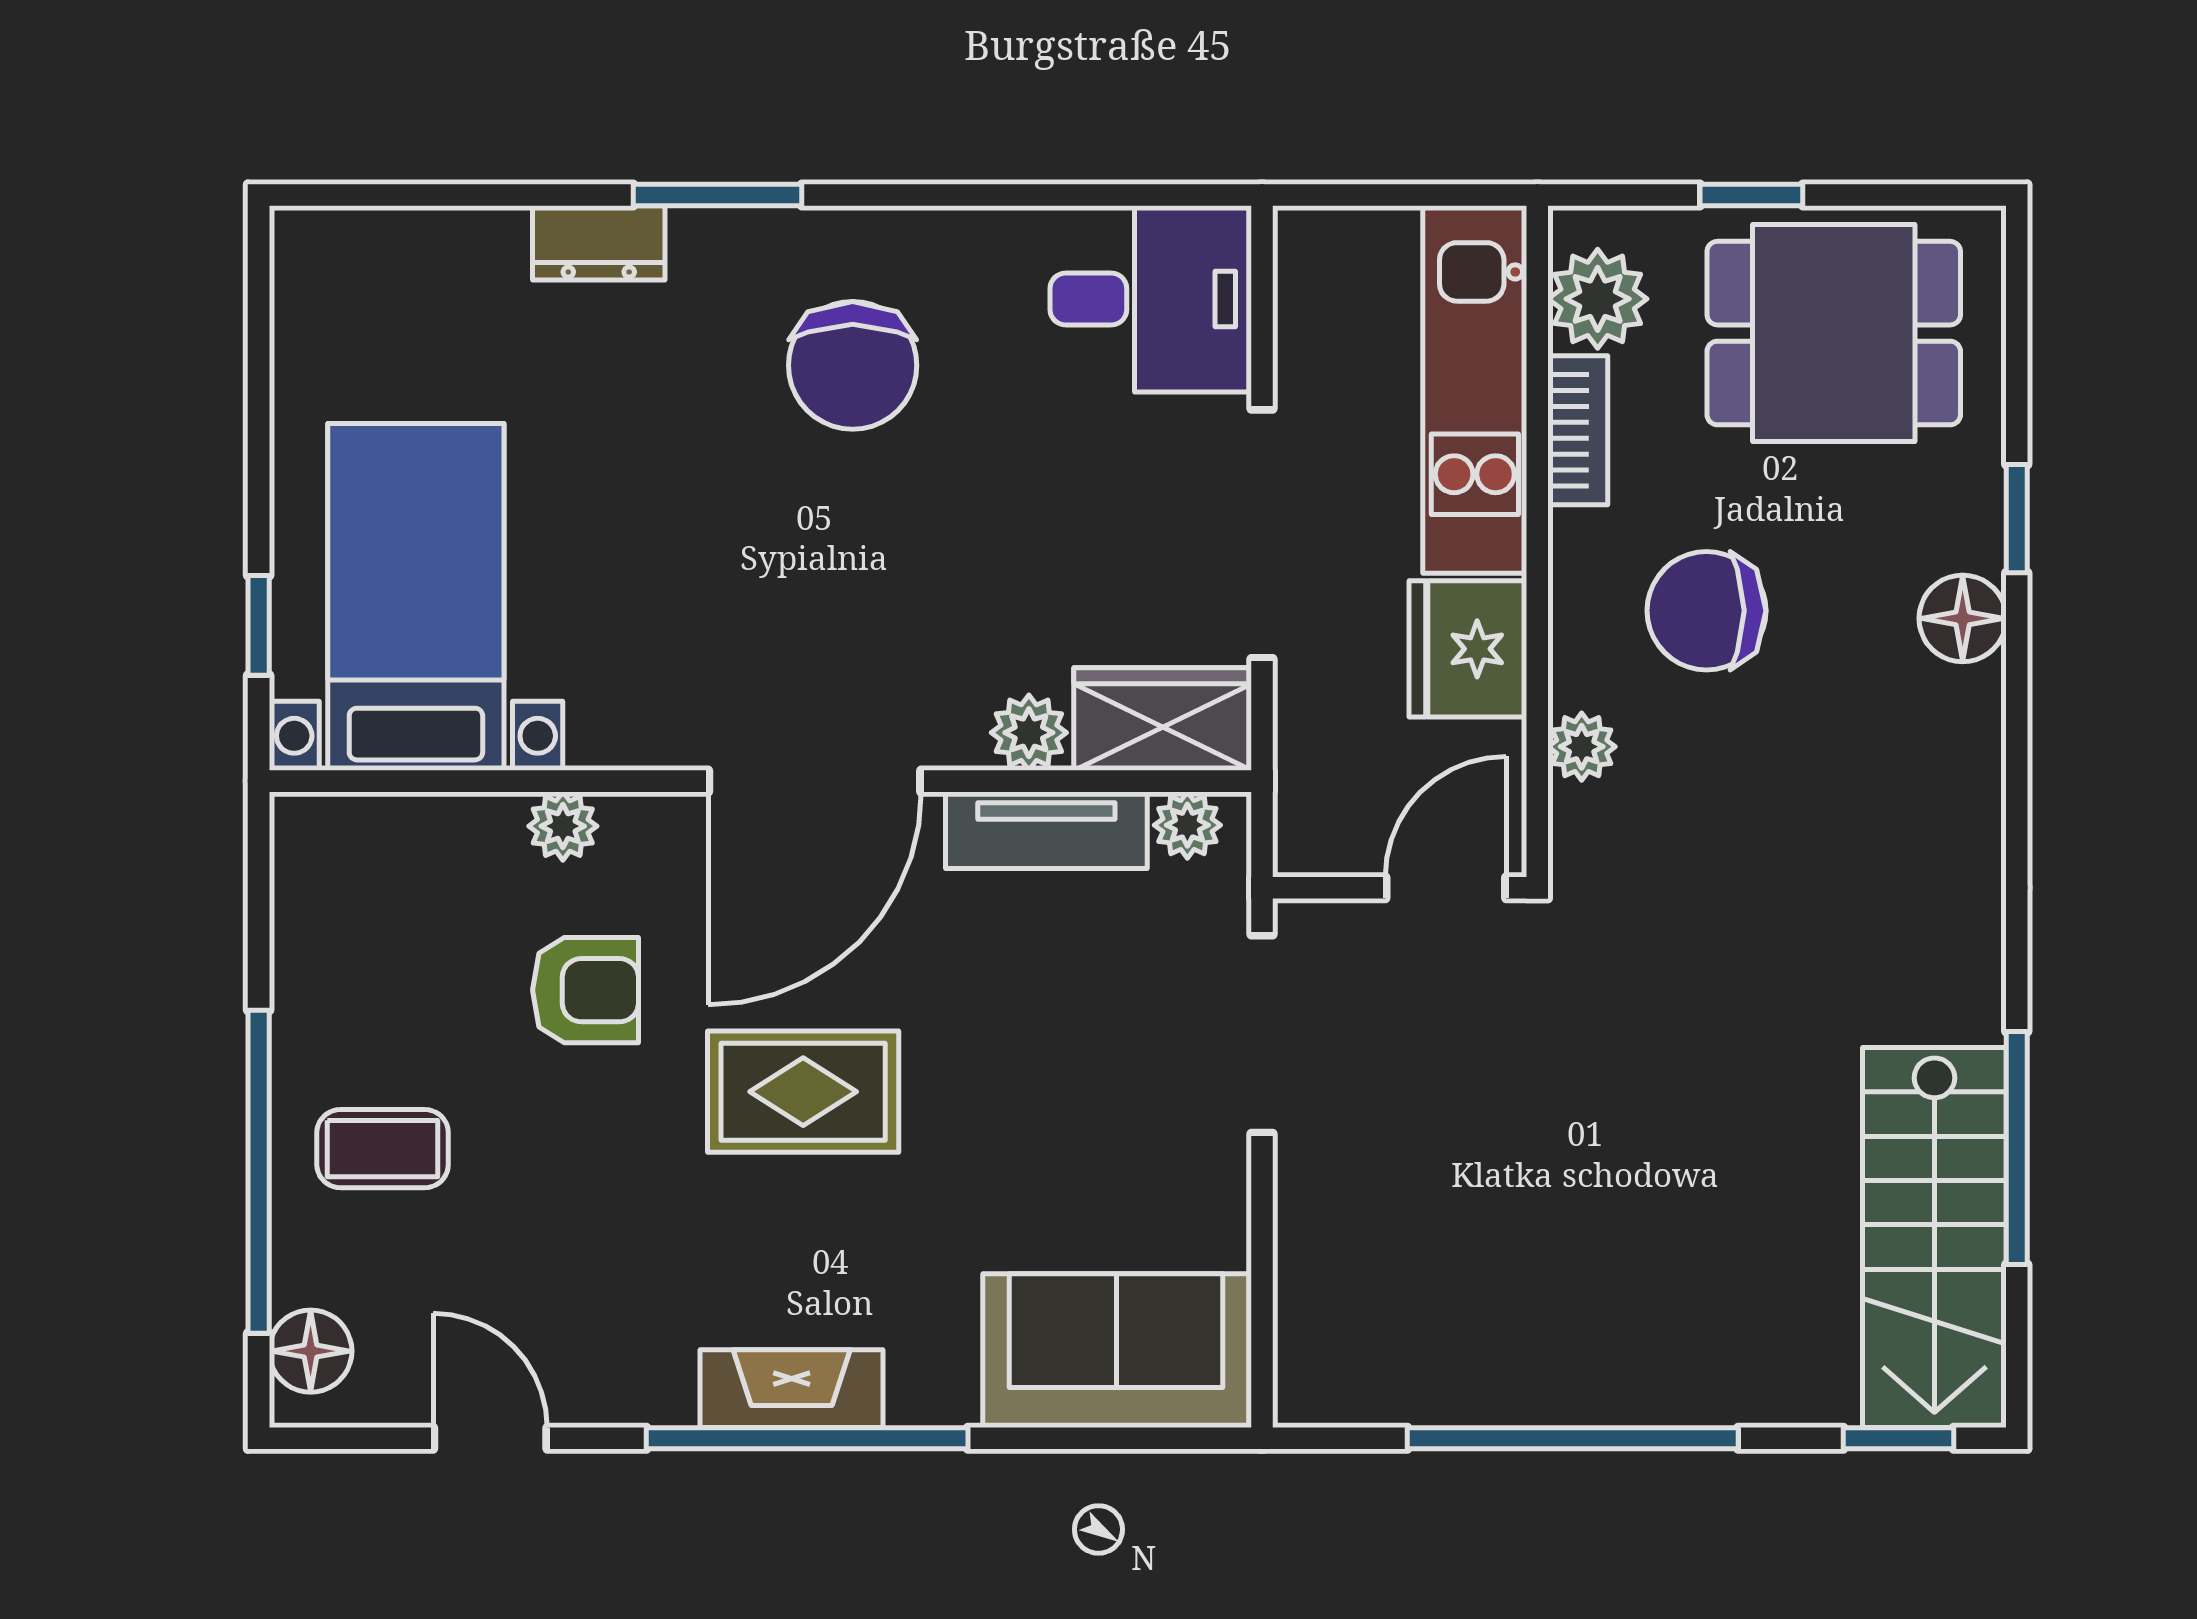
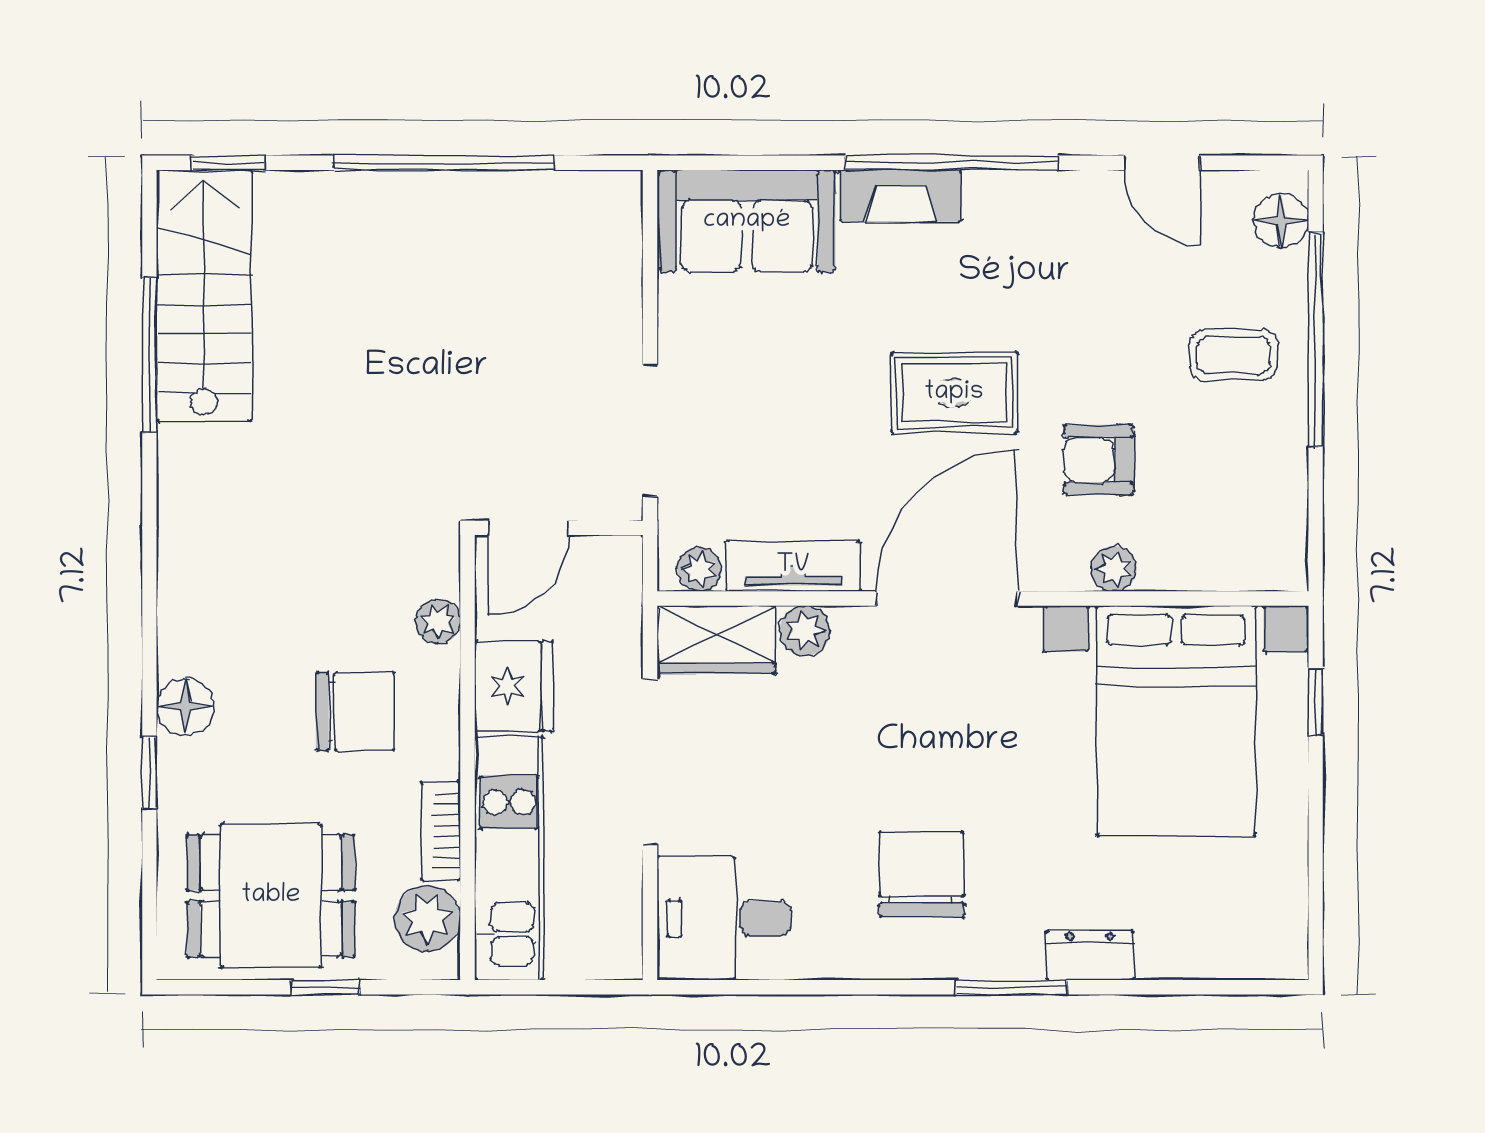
bed with nightstands: (416, 597) -> (1176, 721), width x1.36
fireplace: (792, 1389) -> (901, 196), moved

